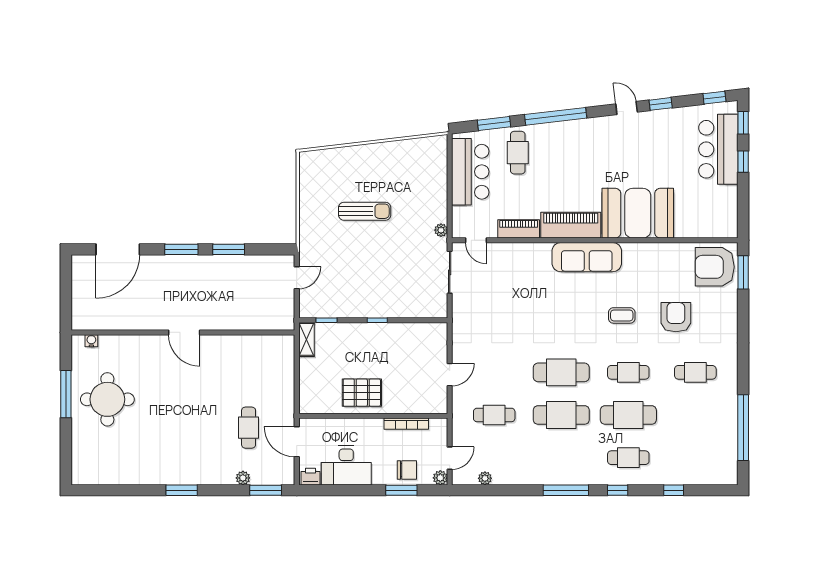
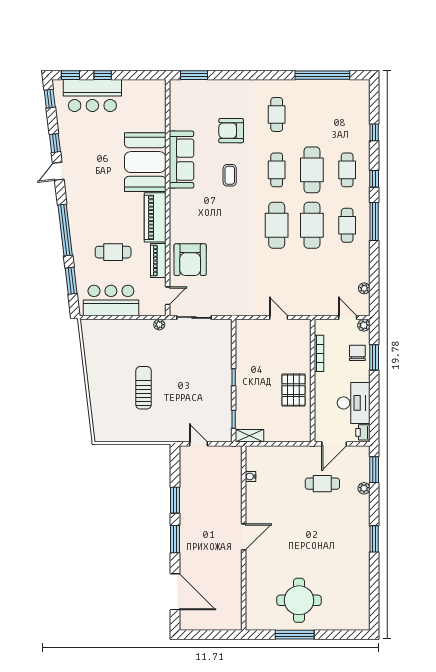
cafe table: (518, 153) -> (113, 252), moved
sofa: (587, 257) -> (181, 160), moved
armchair: (715, 267) -> (190, 260), moved
water cooler: (91, 341) -> (251, 476), moved
cafe table: (494, 415) -> (347, 225), moved

